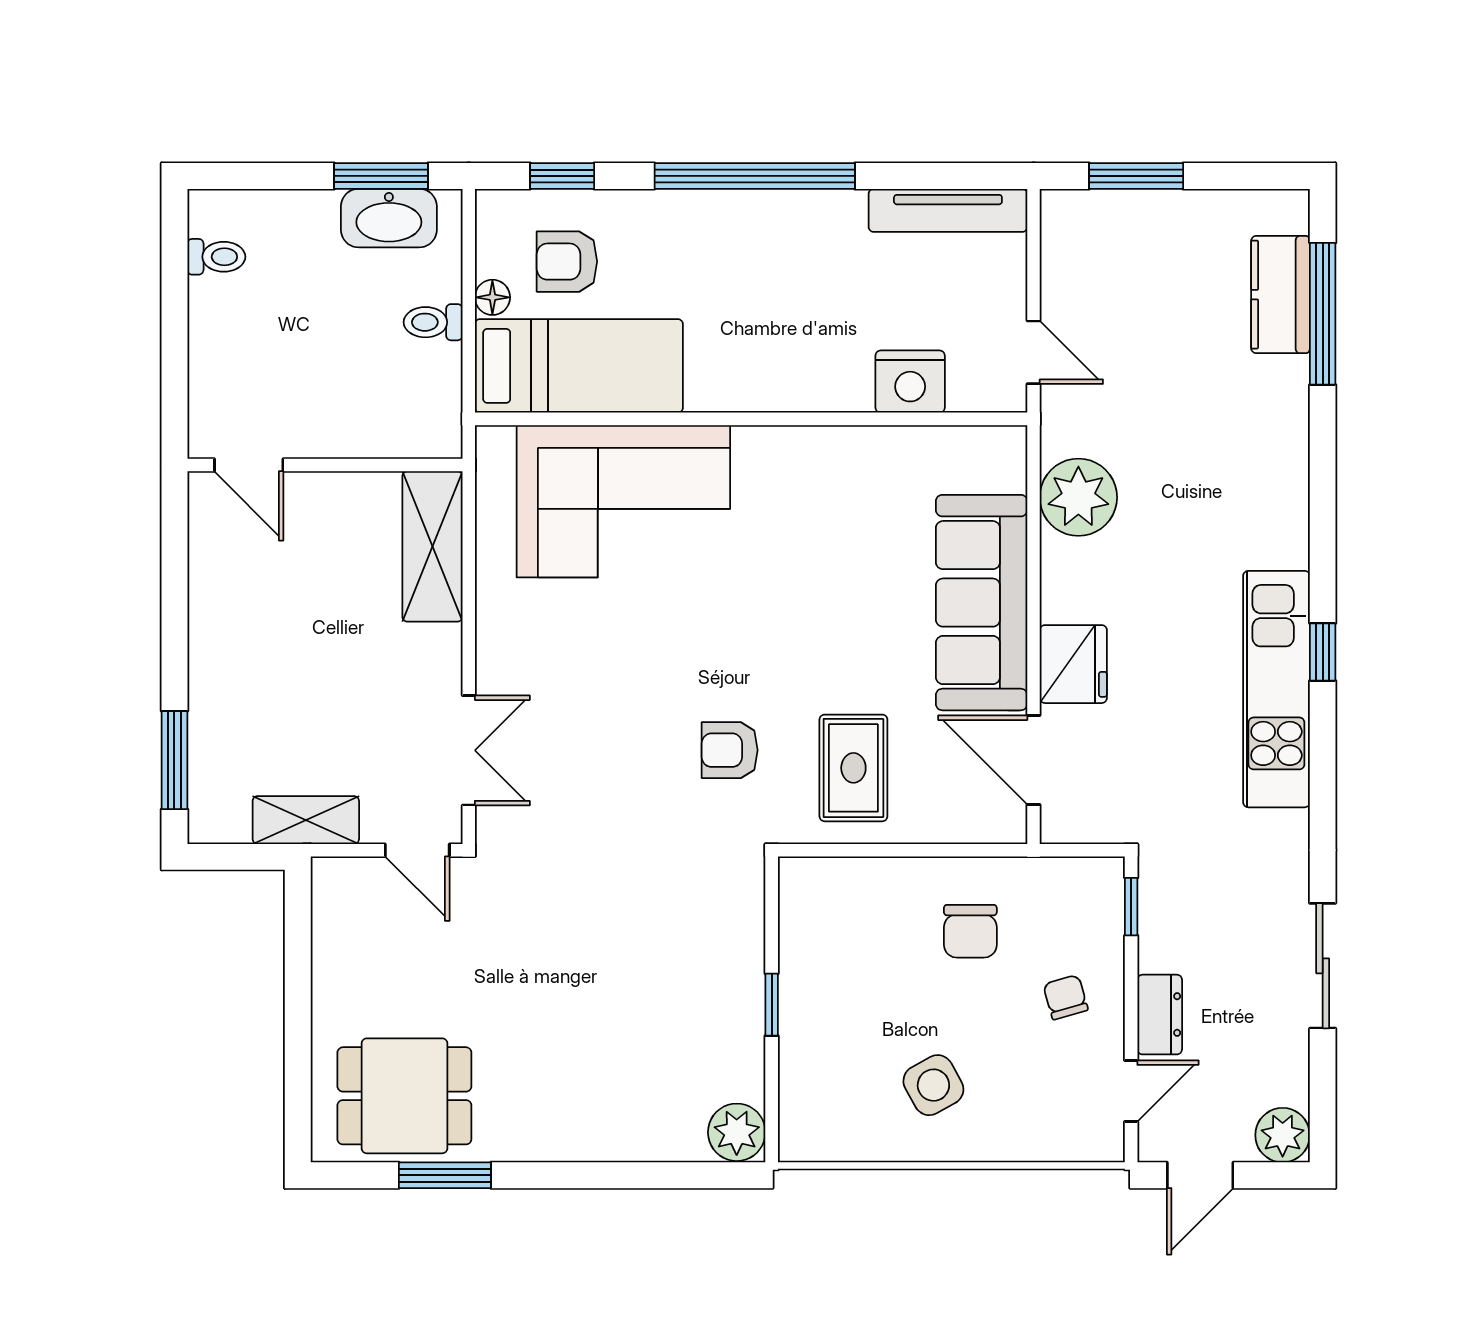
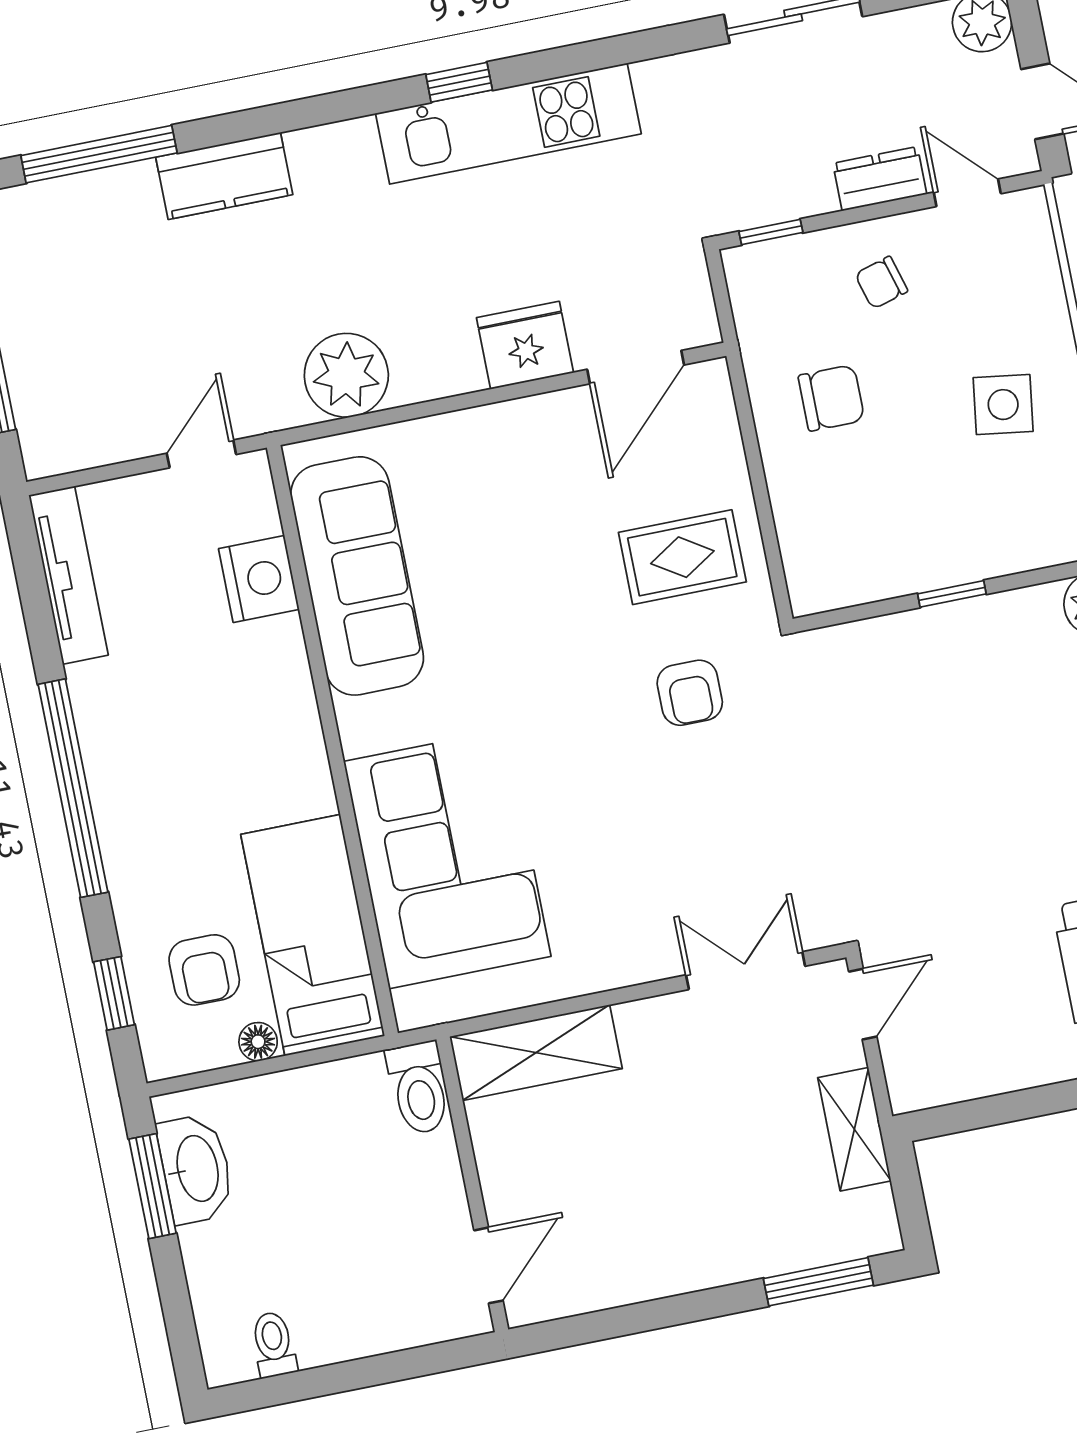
kitchen counter: (1280, 295) -> (224, 176), moved
toilet: (433, 322) -> (419, 1088), moved, width x1.37, depth x1.39
sofa: (982, 603) -> (357, 576), moved, turned -90
side table: (933, 1085) -> (1003, 405), turned 37

